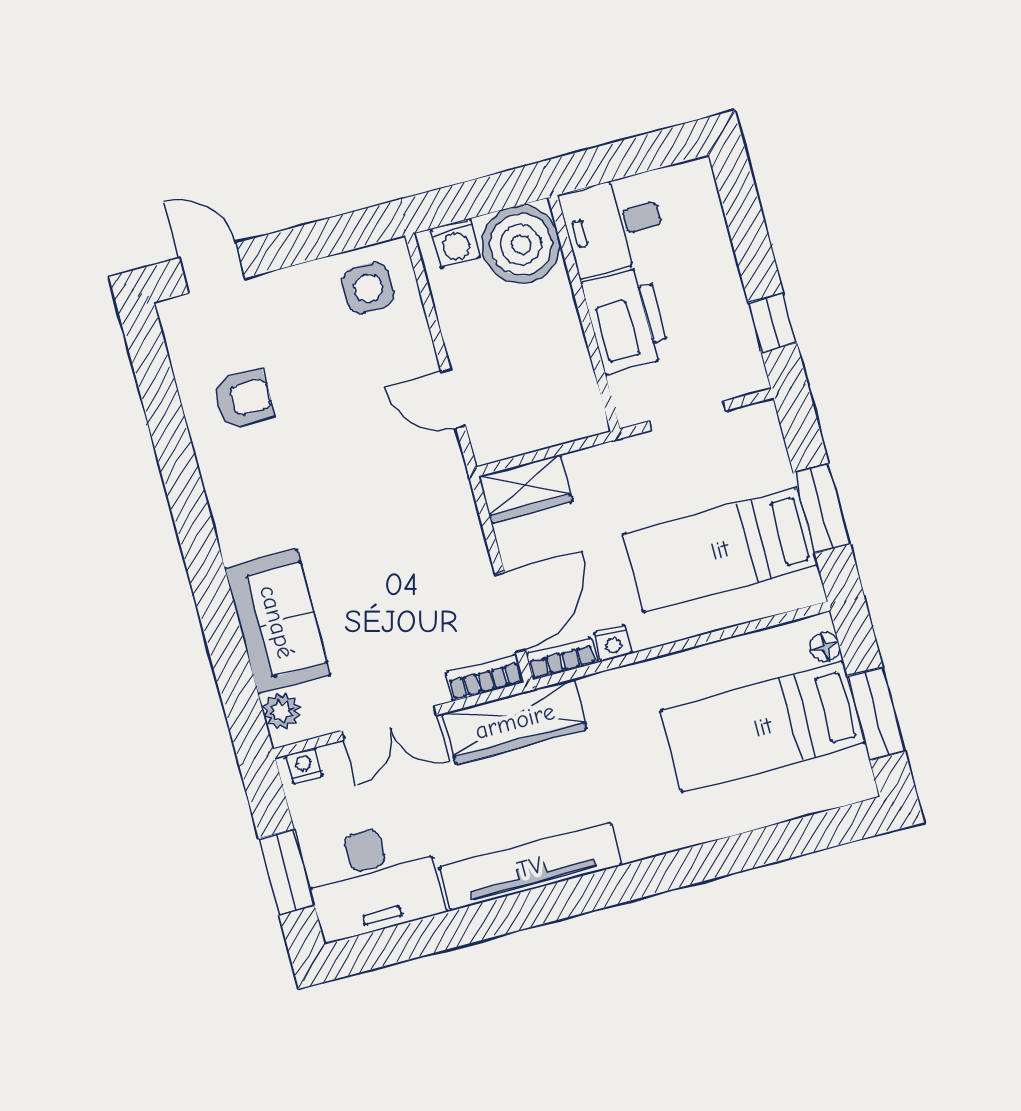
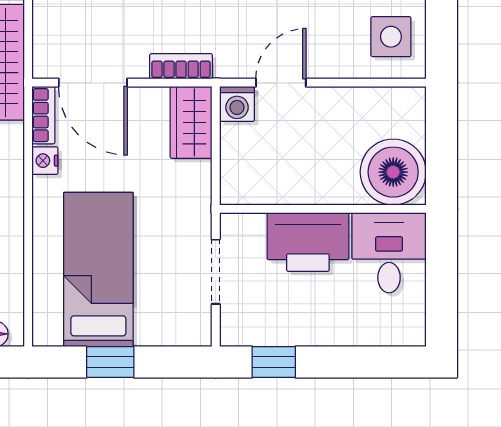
washing machine: (456, 243) -> (237, 104), moved, turned -90
window: (822, 508) -> (110, 362), width x0.67
bookcase: (485, 678) -> (181, 66), moved, turned -90

